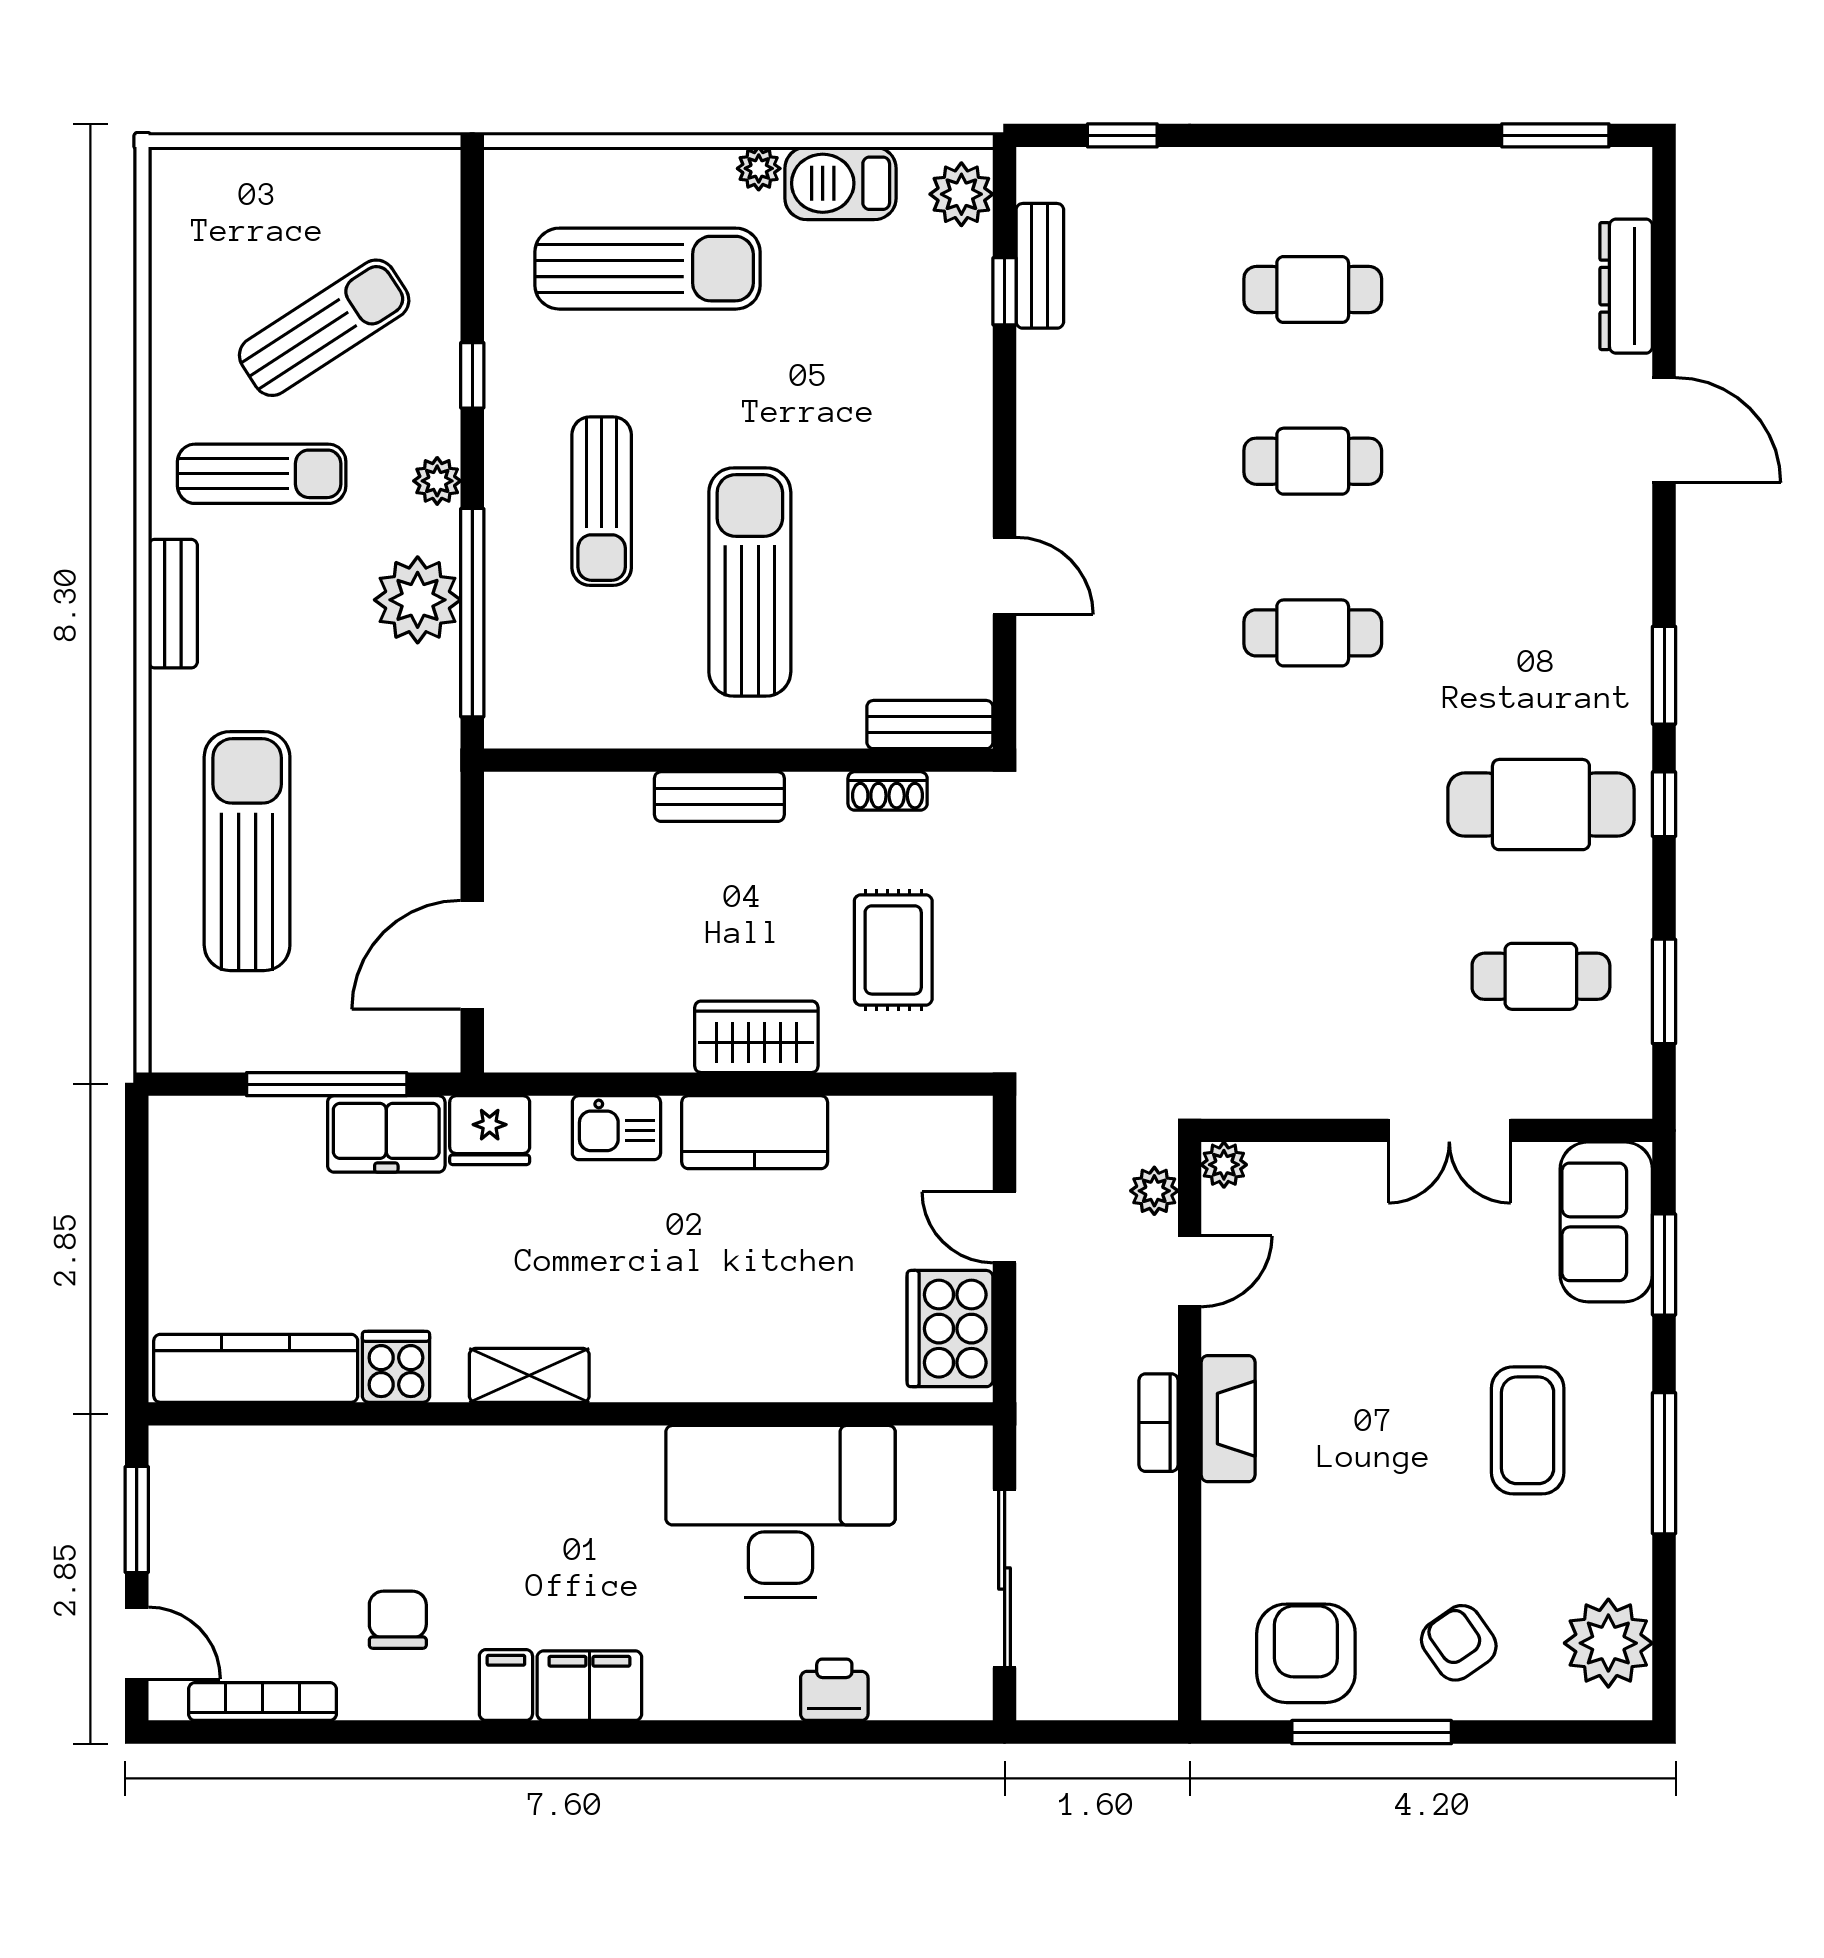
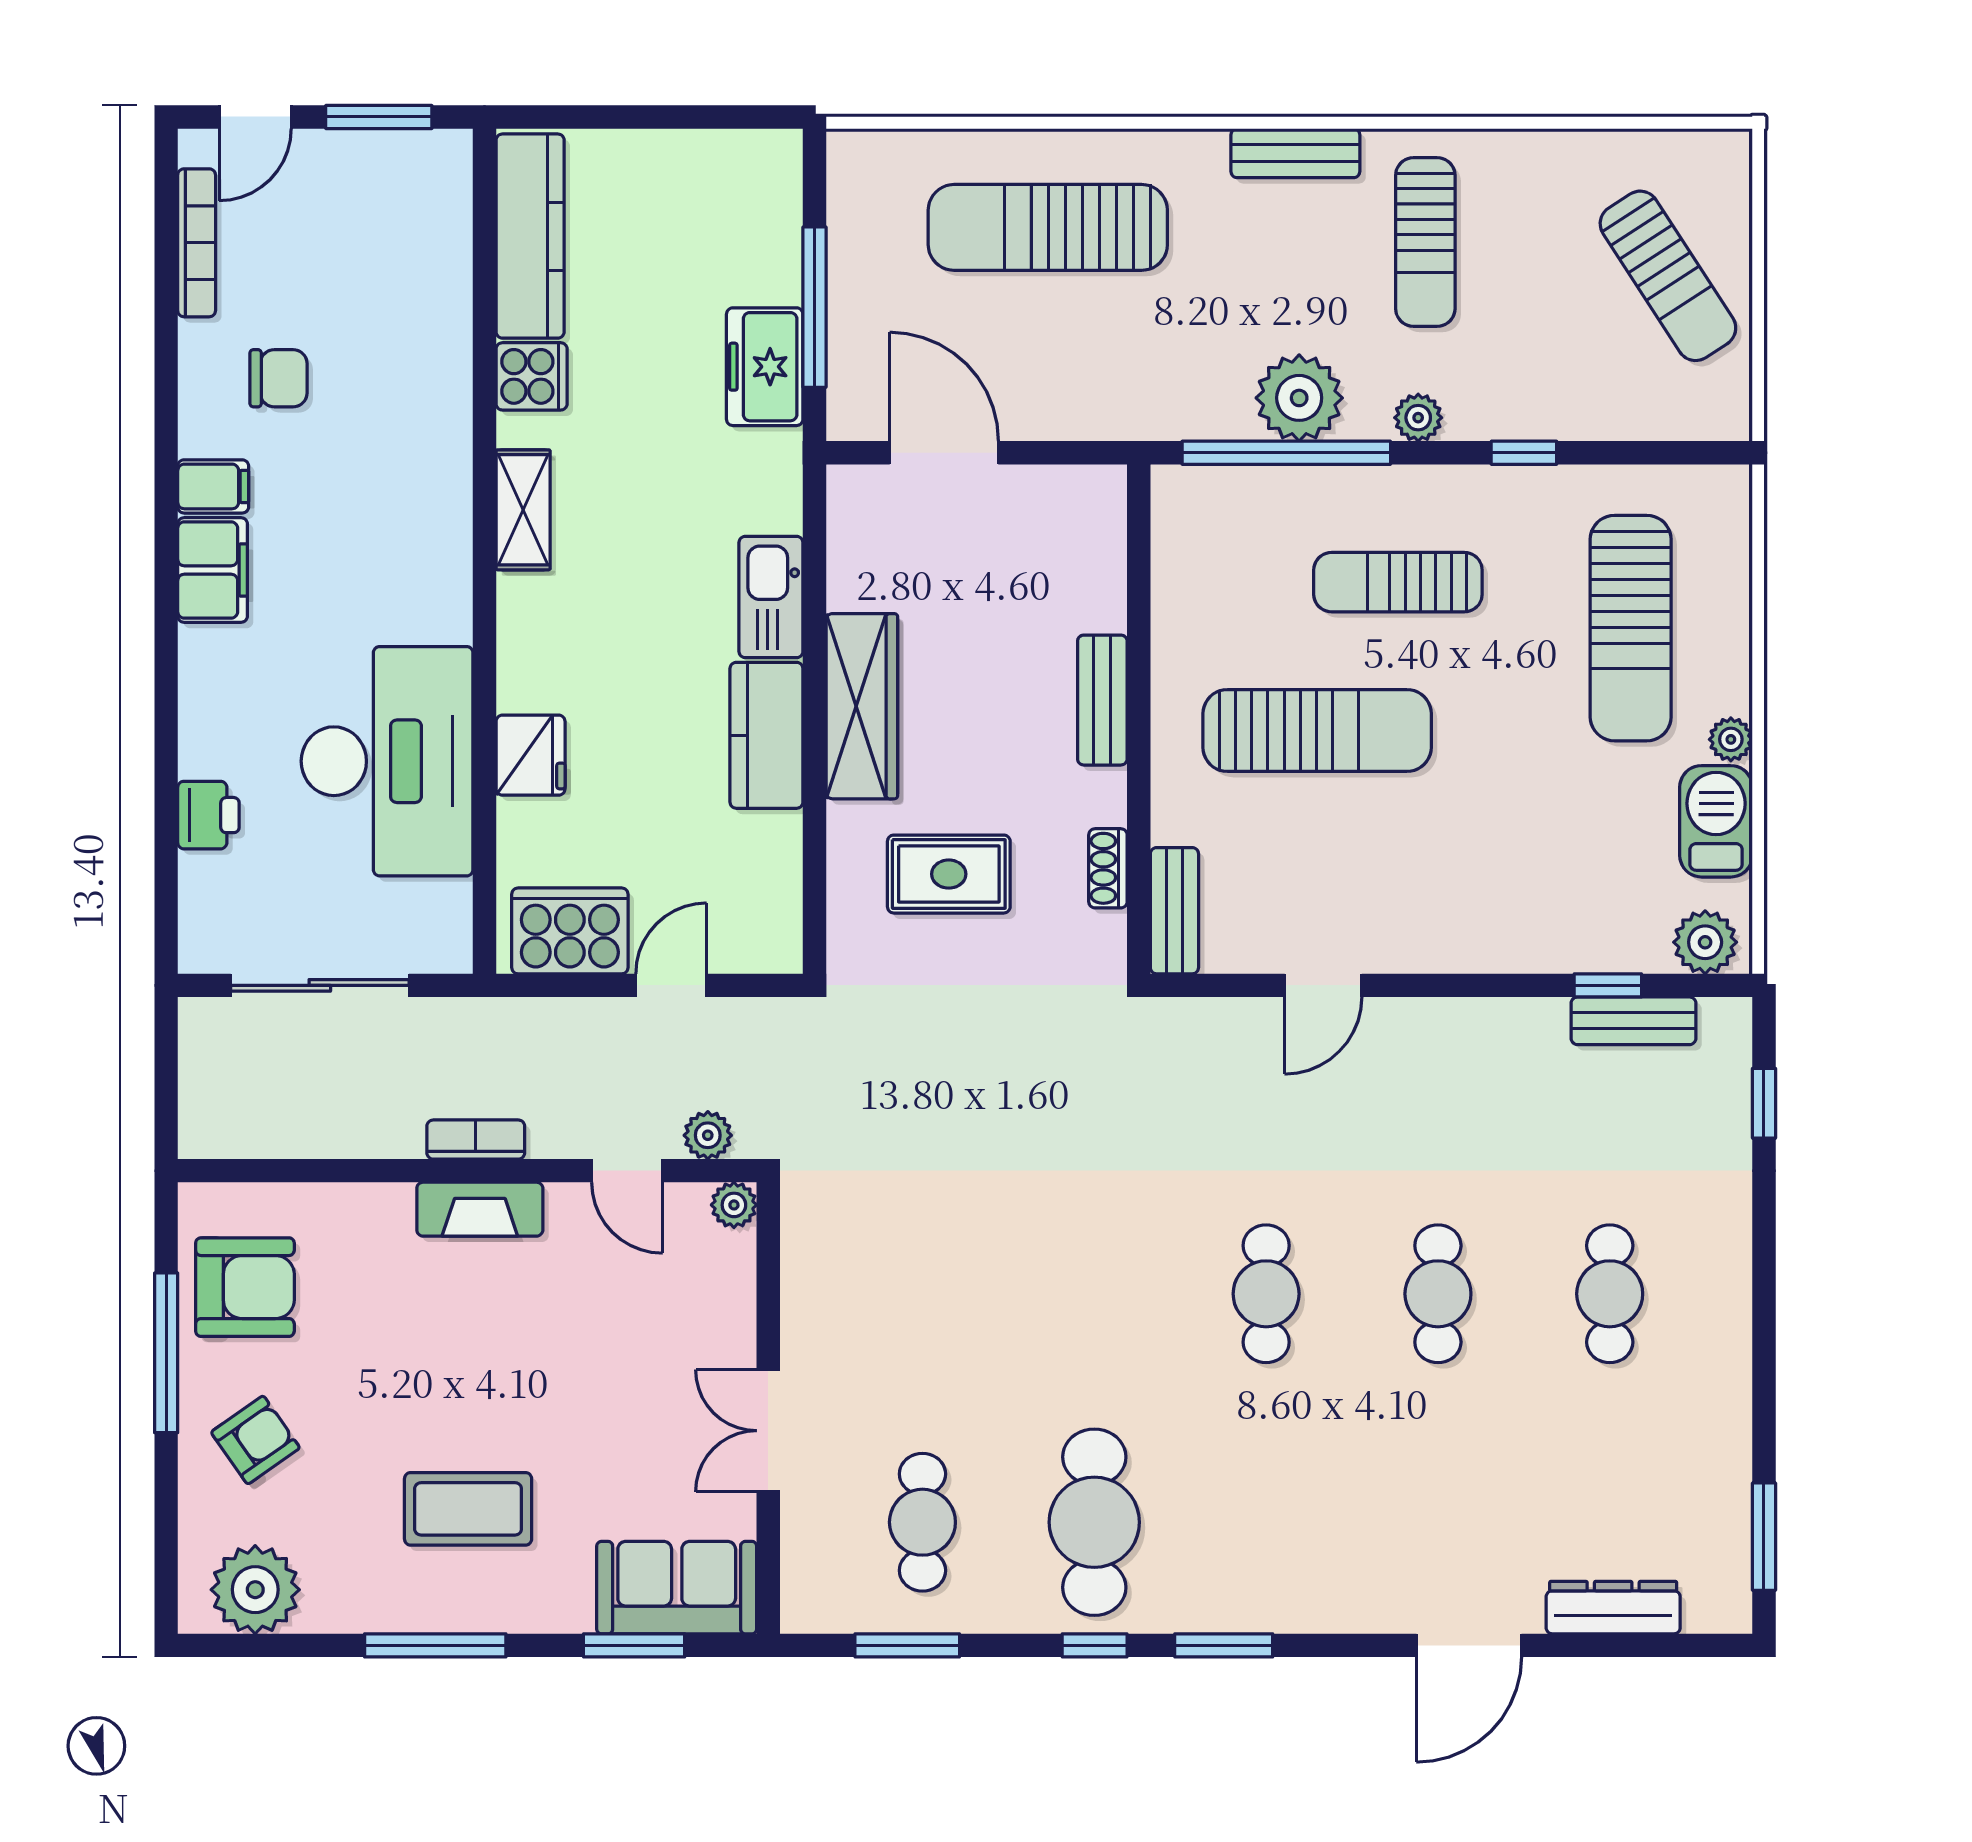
sun lounger: (324, 328) -> (1668, 276), moved
sun lounger: (247, 851) -> (1048, 227), turned 180
wardrobe: (756, 1037) -> (862, 706), width x1.50
kitchen sink: (616, 1128) -> (771, 597), width x1.38
fridge: (490, 1130) -> (531, 755), moved, turned 180

